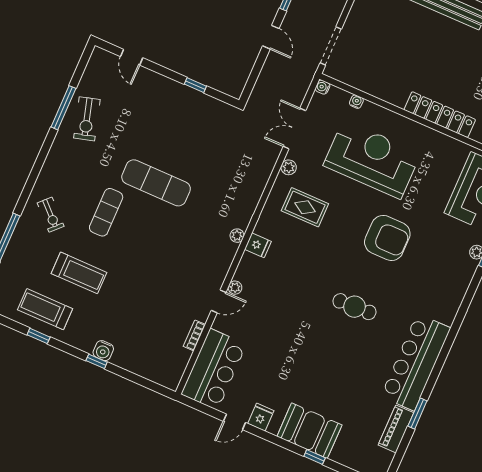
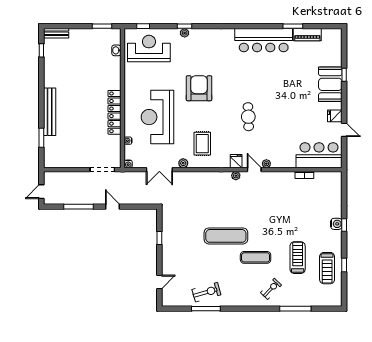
door: (271, 37) -> (112, 207), hinge flipped
locker: (440, 115) -> (114, 112), moved
exercise mat: (156, 183) -> (226, 236), turned 90
door: (219, 301) -> (254, 170), moved
cafe table: (354, 307) -> (248, 117), moved

